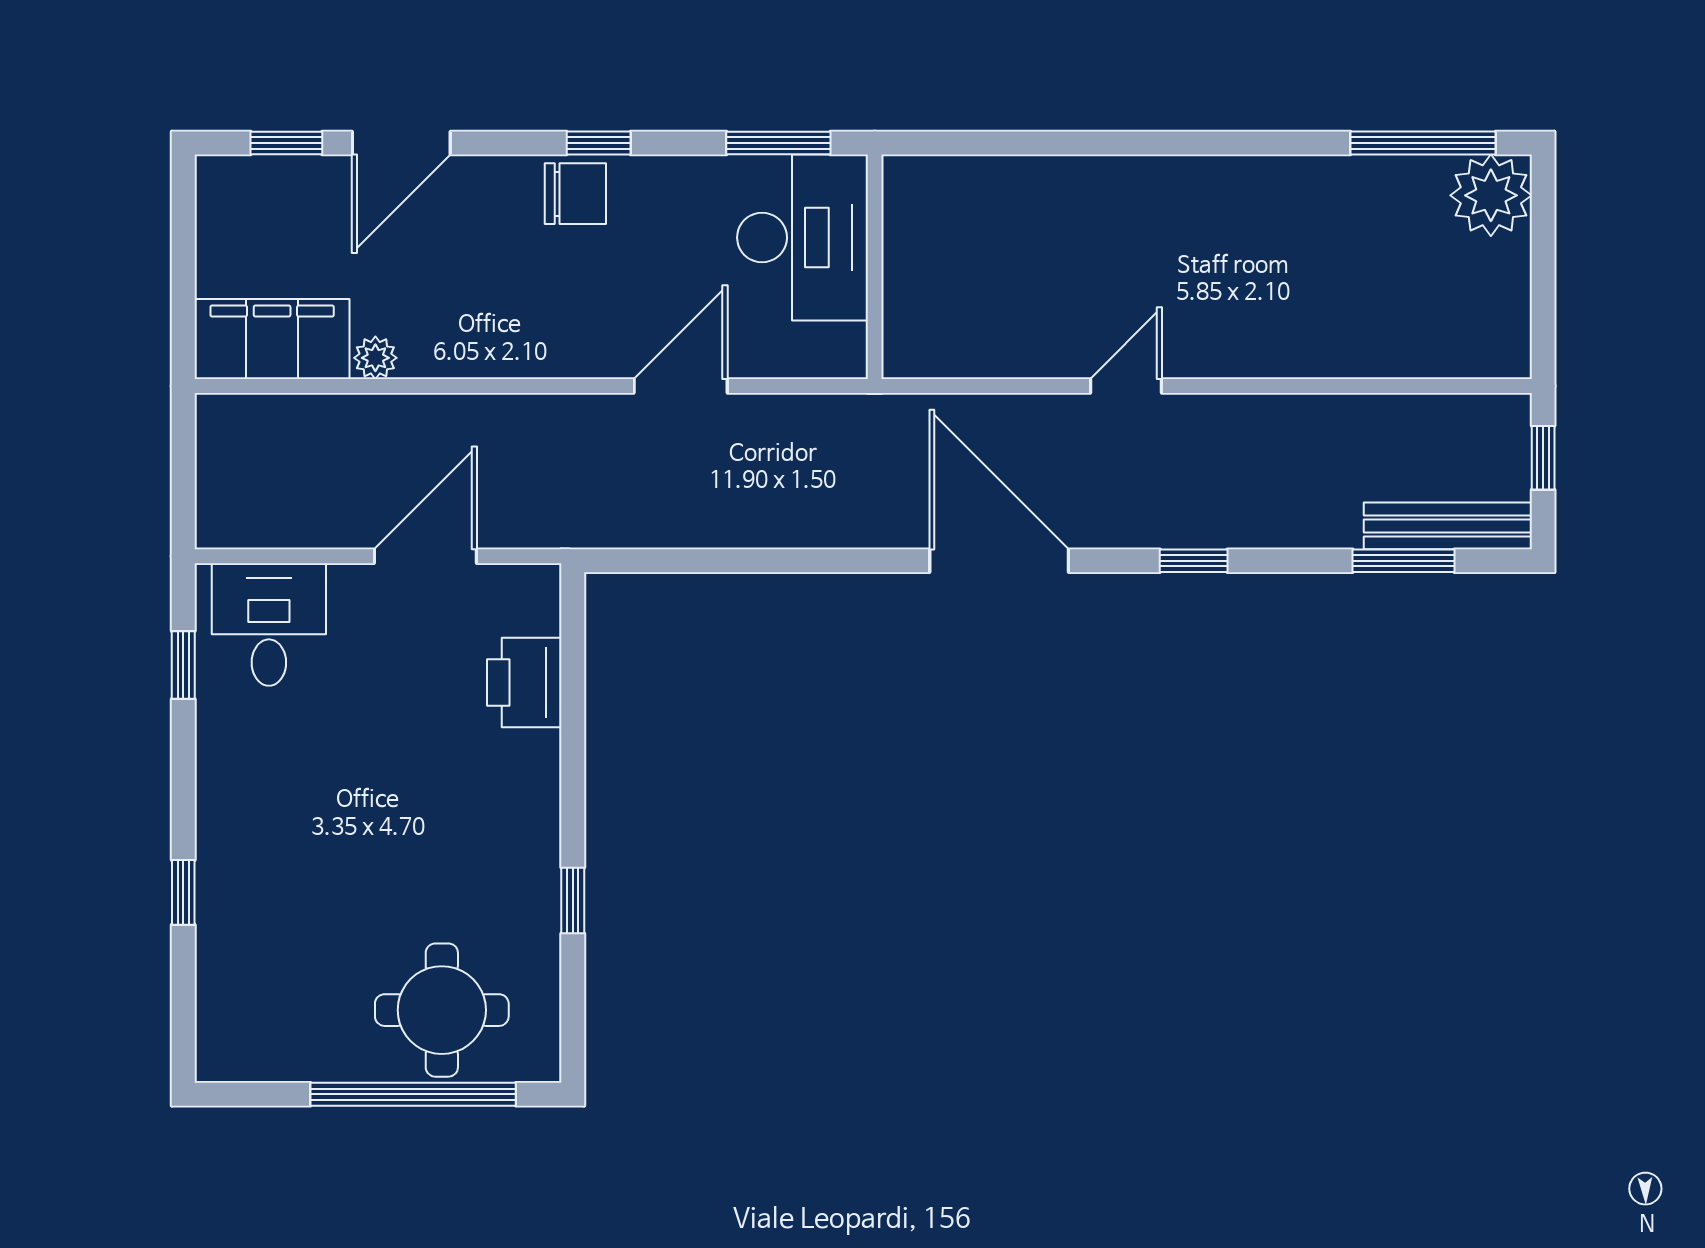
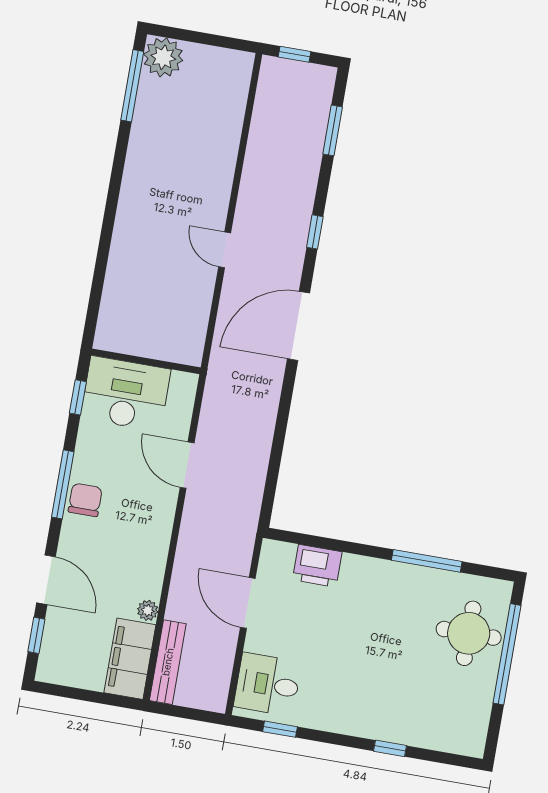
window: (599, 143) -> (63, 484), width x2.17
window: (778, 143) -> (78, 397), width x0.67
bench: (1448, 526) -> (168, 662), moved
window: (573, 901) -> (427, 561), width x2.17

